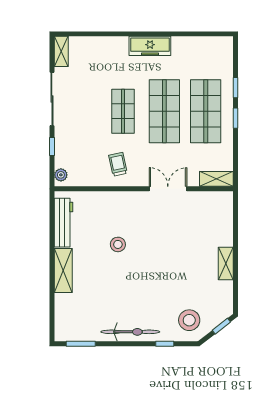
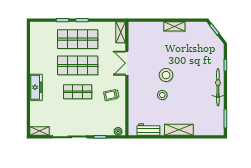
freezer: (150, 46) -> (36, 87), moved
workbench: (64, 223) -> (148, 130), width x0.73
stool: (189, 320) -> (166, 75), moved

